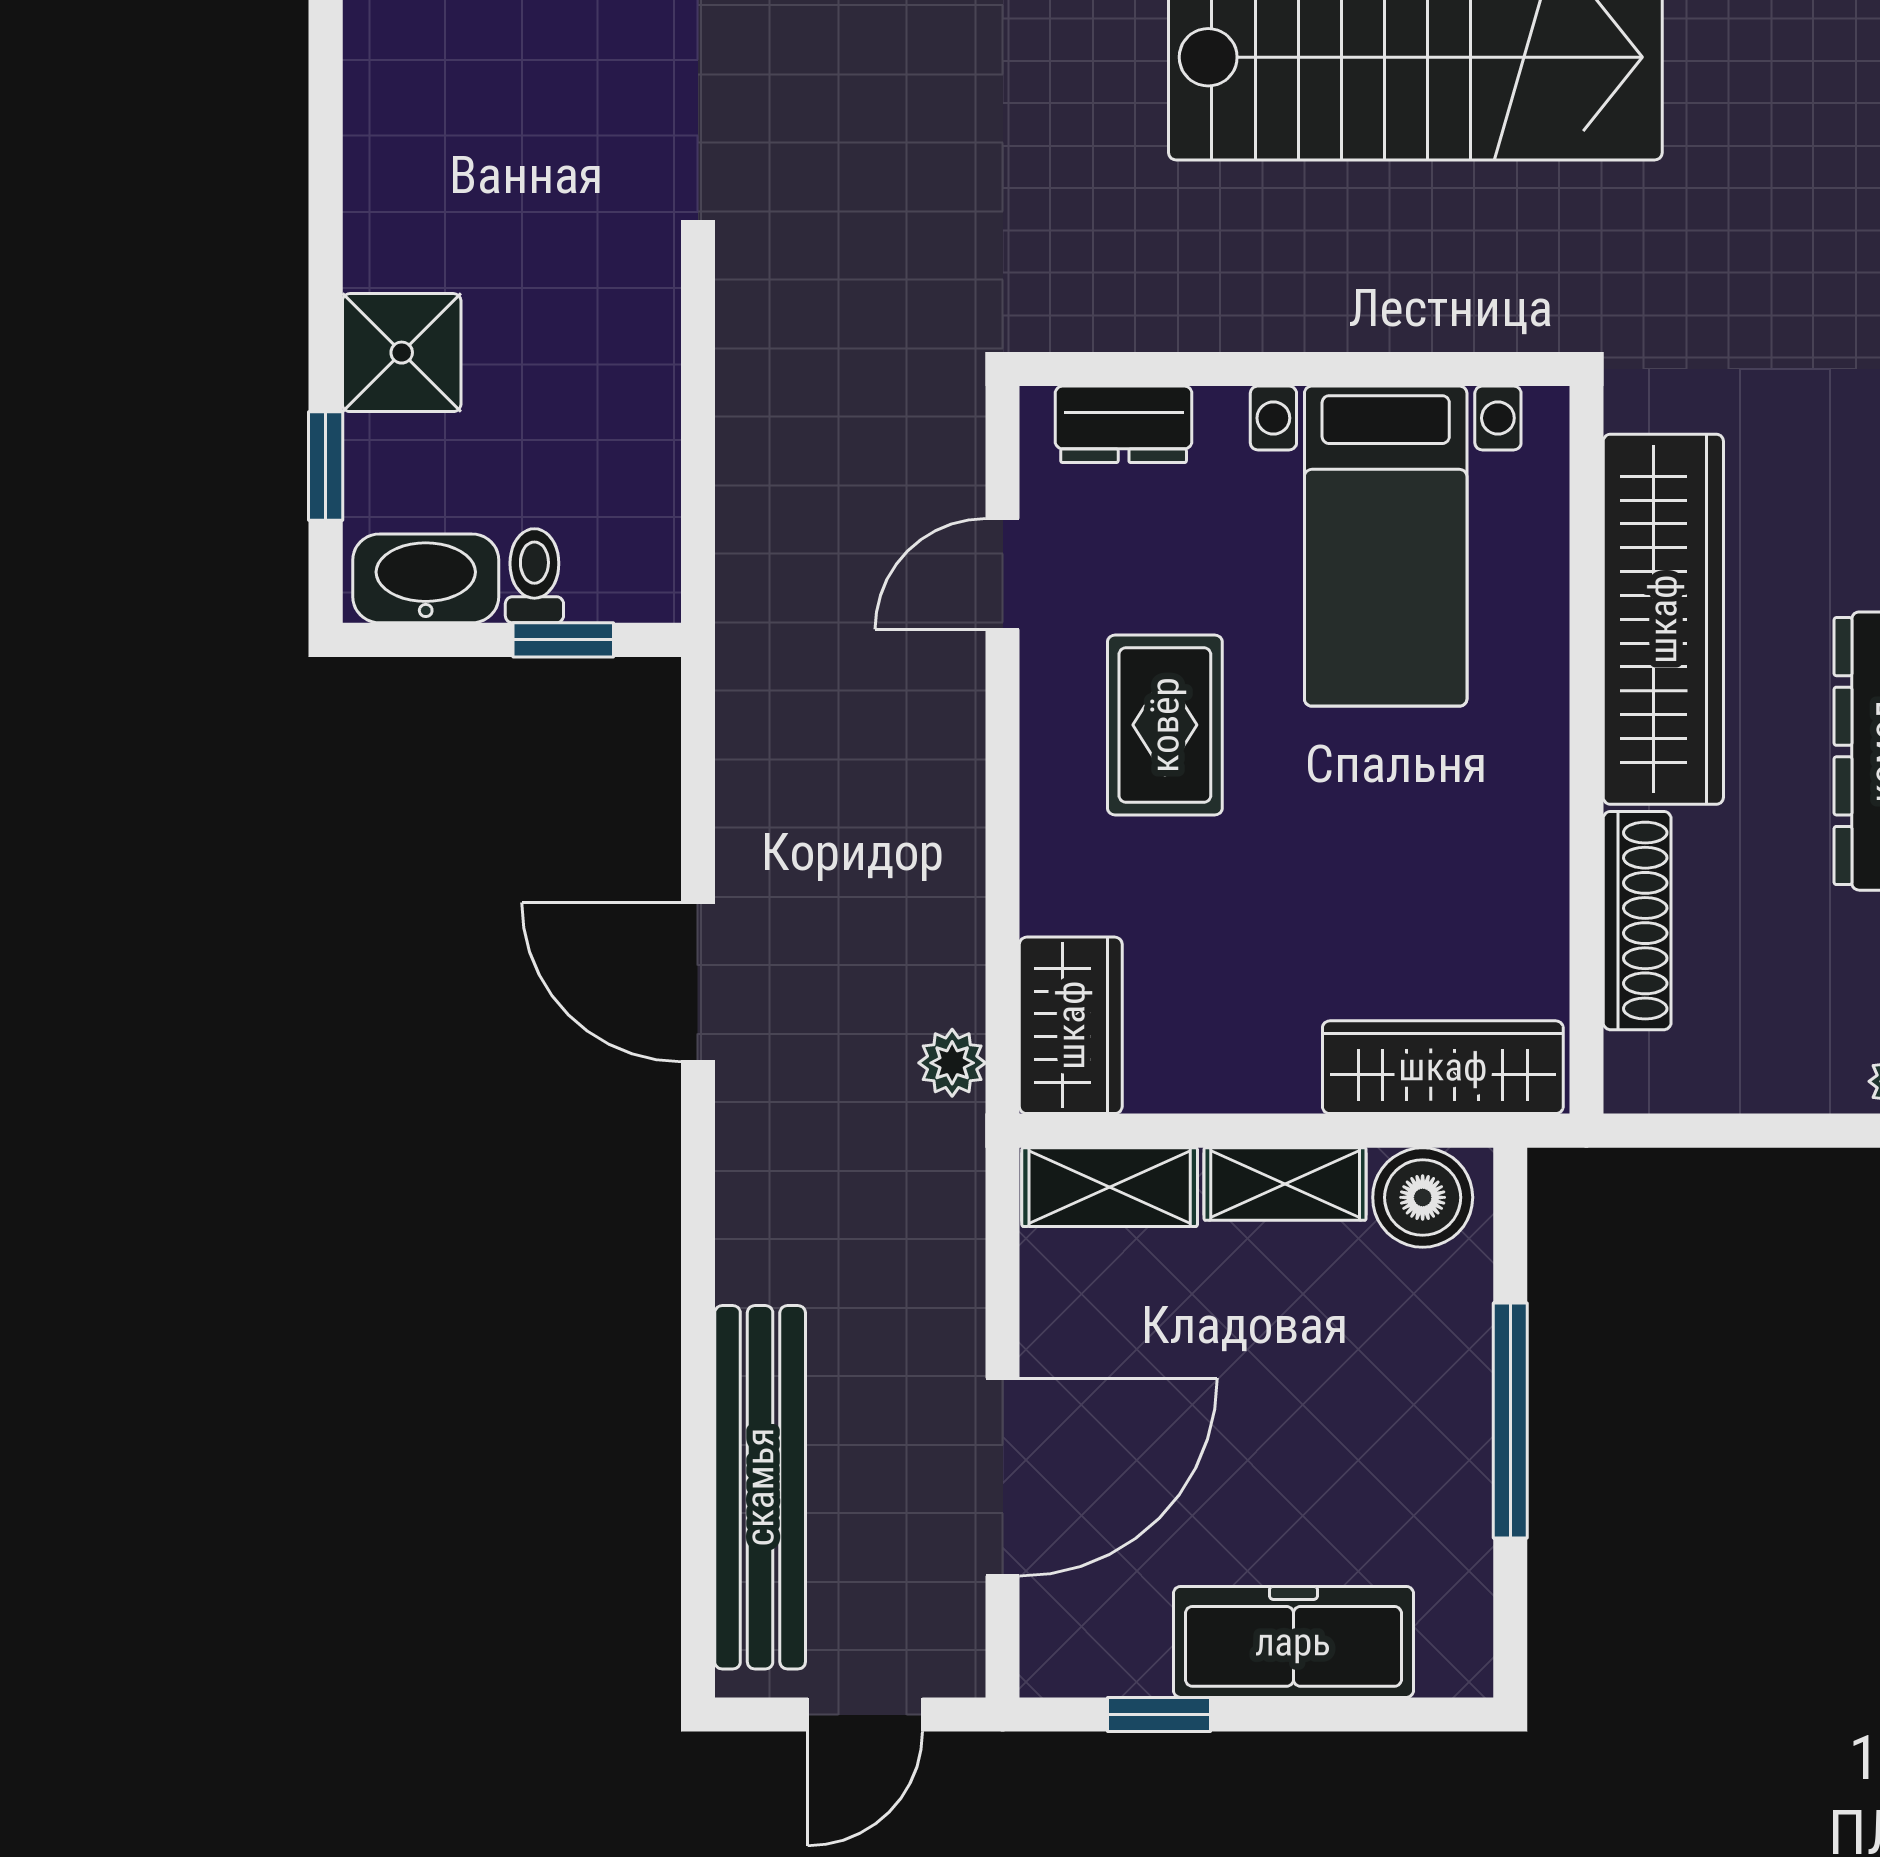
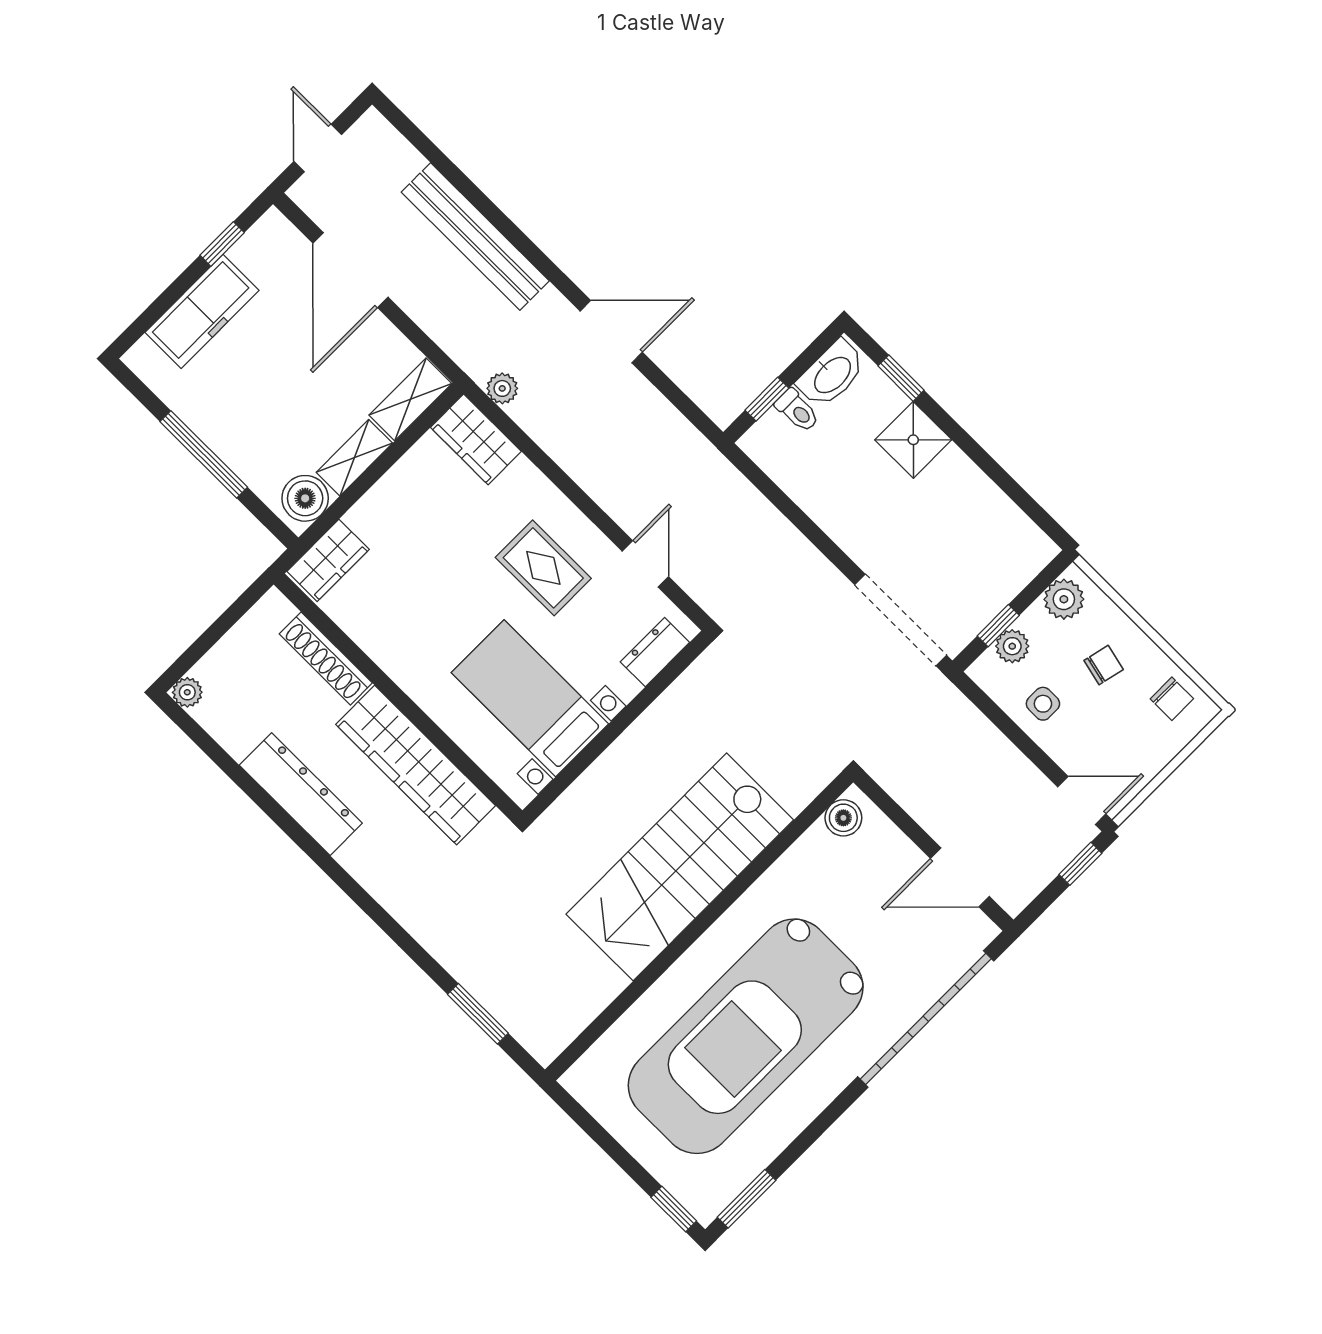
wardrobe: (1443, 1067) -> (328, 560), width x0.67
bench: (760, 1487) -> (475, 237), moved

